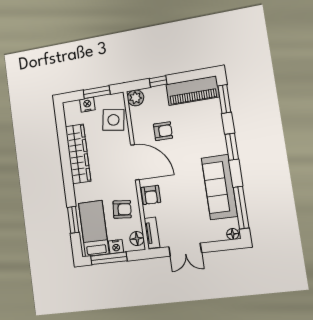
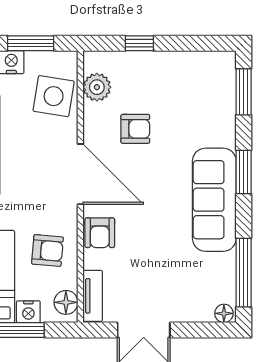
piano: (192, 91) -> (194, 69), removed
plant: (136, 98) -> (97, 87), moved
sofa: (219, 187) -> (214, 200), moved

